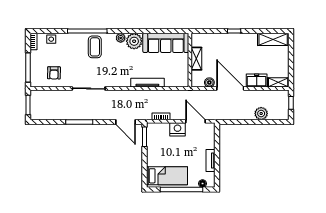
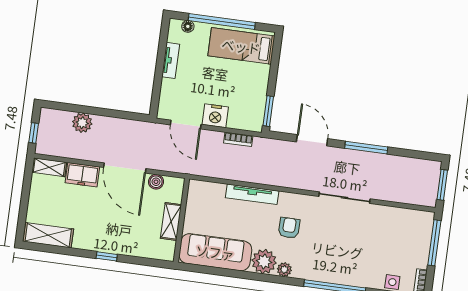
coffee table: (95, 47) -> (326, 261), removed
armchair: (54, 73) -> (289, 228), moved
door: (126, 122) -> (312, 140), moved

